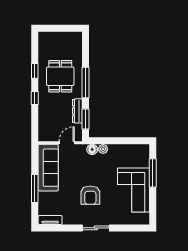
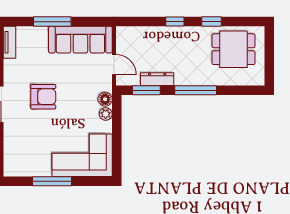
dining table: (60, 76) -> (233, 49), moved
window: (153, 173) -> (52, 181), moved
corner sofa: (133, 190) -> (82, 155), moved
armchair: (90, 195) -> (43, 97), turned 180

